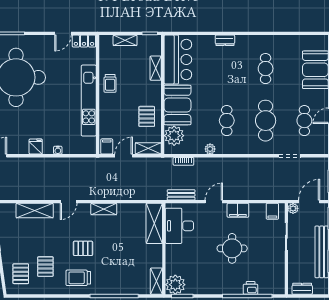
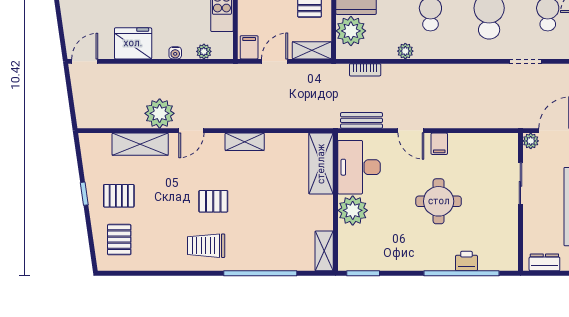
fridge: (36, 146) -> (133, 43), width x1.88, depth x1.34
plant: (77, 149) -> (204, 51), added
plant: (47, 190) -> (160, 113), added
door: (214, 202) -> (411, 131), swing flipped
filing cabinet: (238, 210) -> (439, 144), width x0.50
filing cabinet: (272, 211) -> (499, 145), removed
pallet: (45, 267) -> (119, 196), moved, turned 90
plant: (175, 285) -> (353, 210), moved

